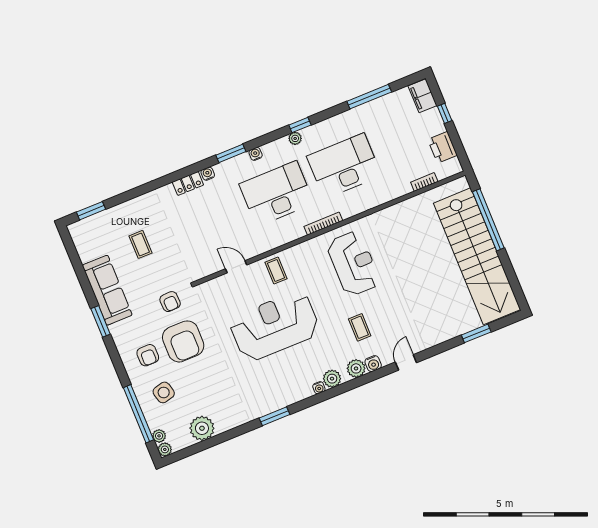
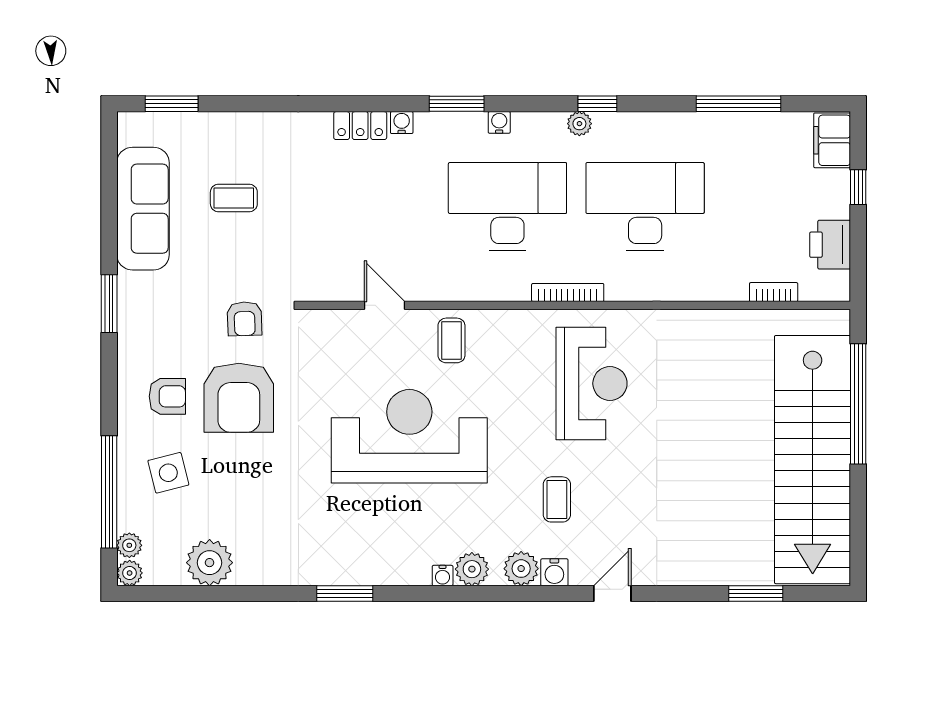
coffee table: (140, 244) -> (234, 198), turned 90
sofa: (107, 290) -> (143, 209), moved
armchair: (148, 355) -> (167, 396), turned -90

